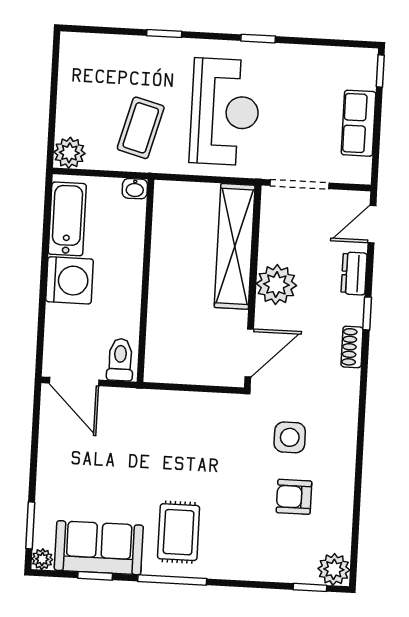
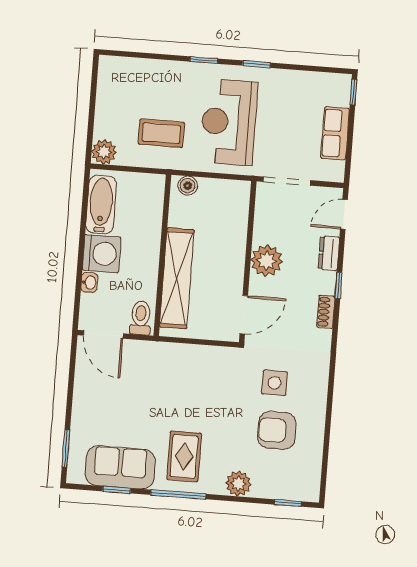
window: (164, 34) -> (204, 60), moved
reception desk: (225, 112) -> (229, 122), turned 180
coffee table: (141, 128) -> (161, 133), turned 75
washbasin: (135, 189) -> (89, 282), moved, turned -90
boiler: (175, 193) -> (188, 186), added
shelving: (235, 246) -> (177, 278), moved
armchair: (294, 497) -> (277, 430), width x1.38, depth x1.38
plant: (42, 559) -> (75, 475), removed
plant: (334, 569) -> (238, 484), moved

